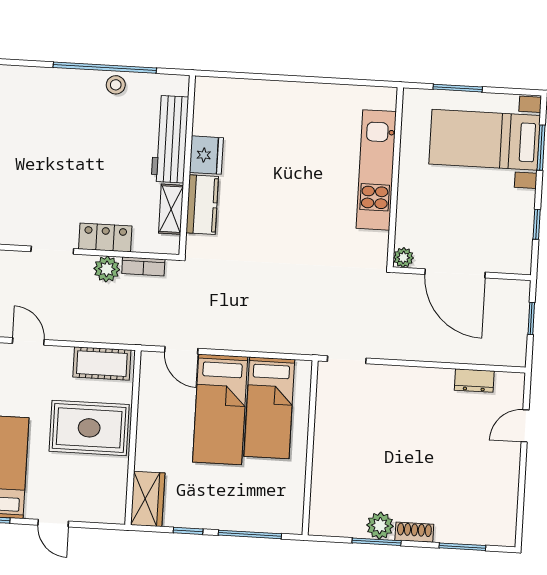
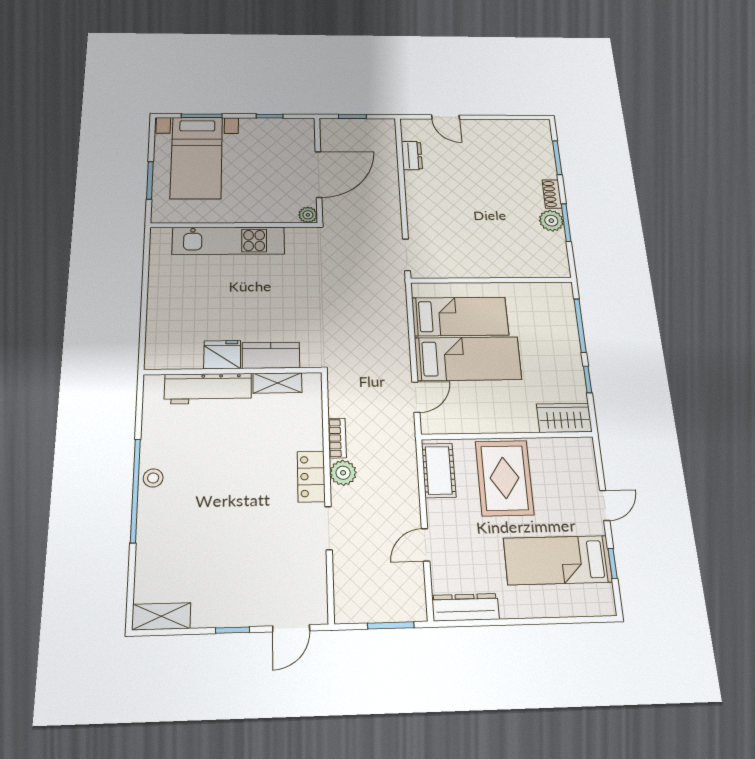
workbench: (170, 139) -> (208, 389), moved
fridge: (206, 155) -> (222, 355), moved
wall: (187, 165) -> (233, 371), moved
kitchen counter: (202, 205) -> (271, 355), moved
shelving: (171, 209) -> (277, 383), moved

